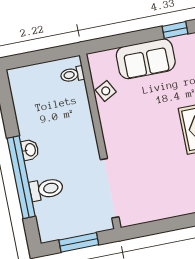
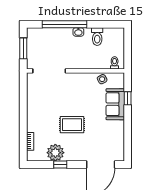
window: (175, 30) -> (128, 98), moved
toilet: (46, 189) -> (97, 37), moved

